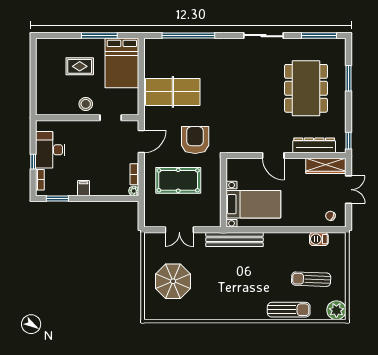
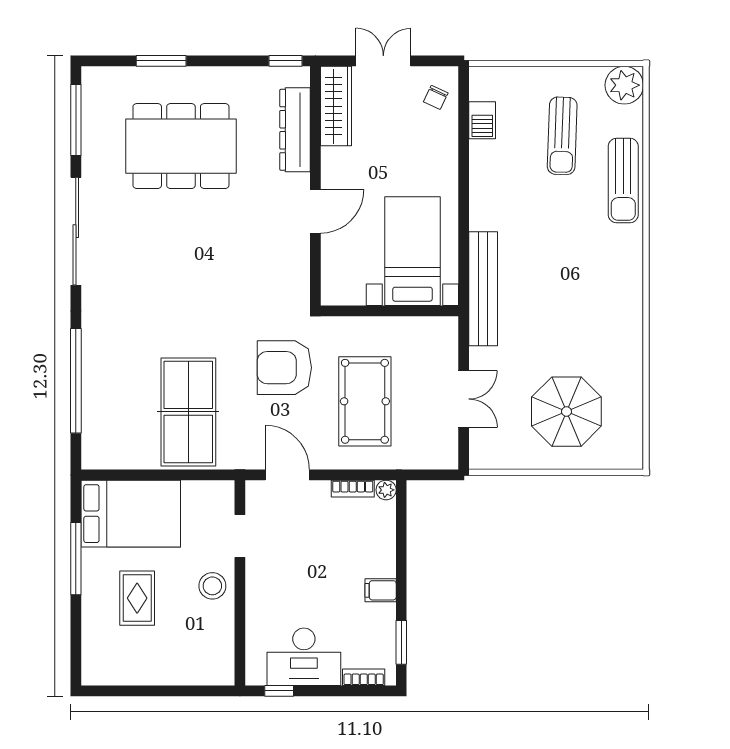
sliding door: (263, 36) -> (76, 231), width x1.36
window: (33, 162) -> (279, 691), moved
sun lounger: (289, 310) -> (623, 180), turned 180

